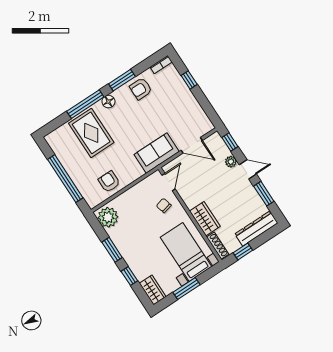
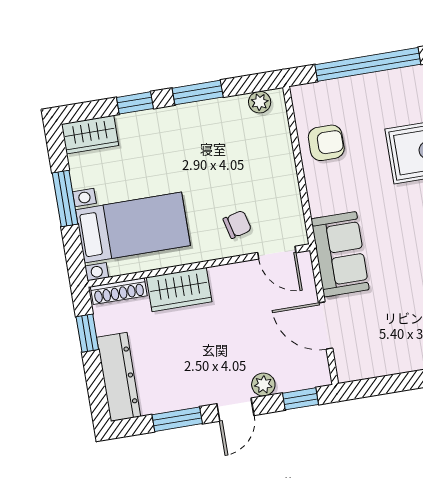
door: (192, 145) -> (326, 326), hinge flipped
plant: (108, 217) -> (260, 102), width x0.53, depth x0.53

